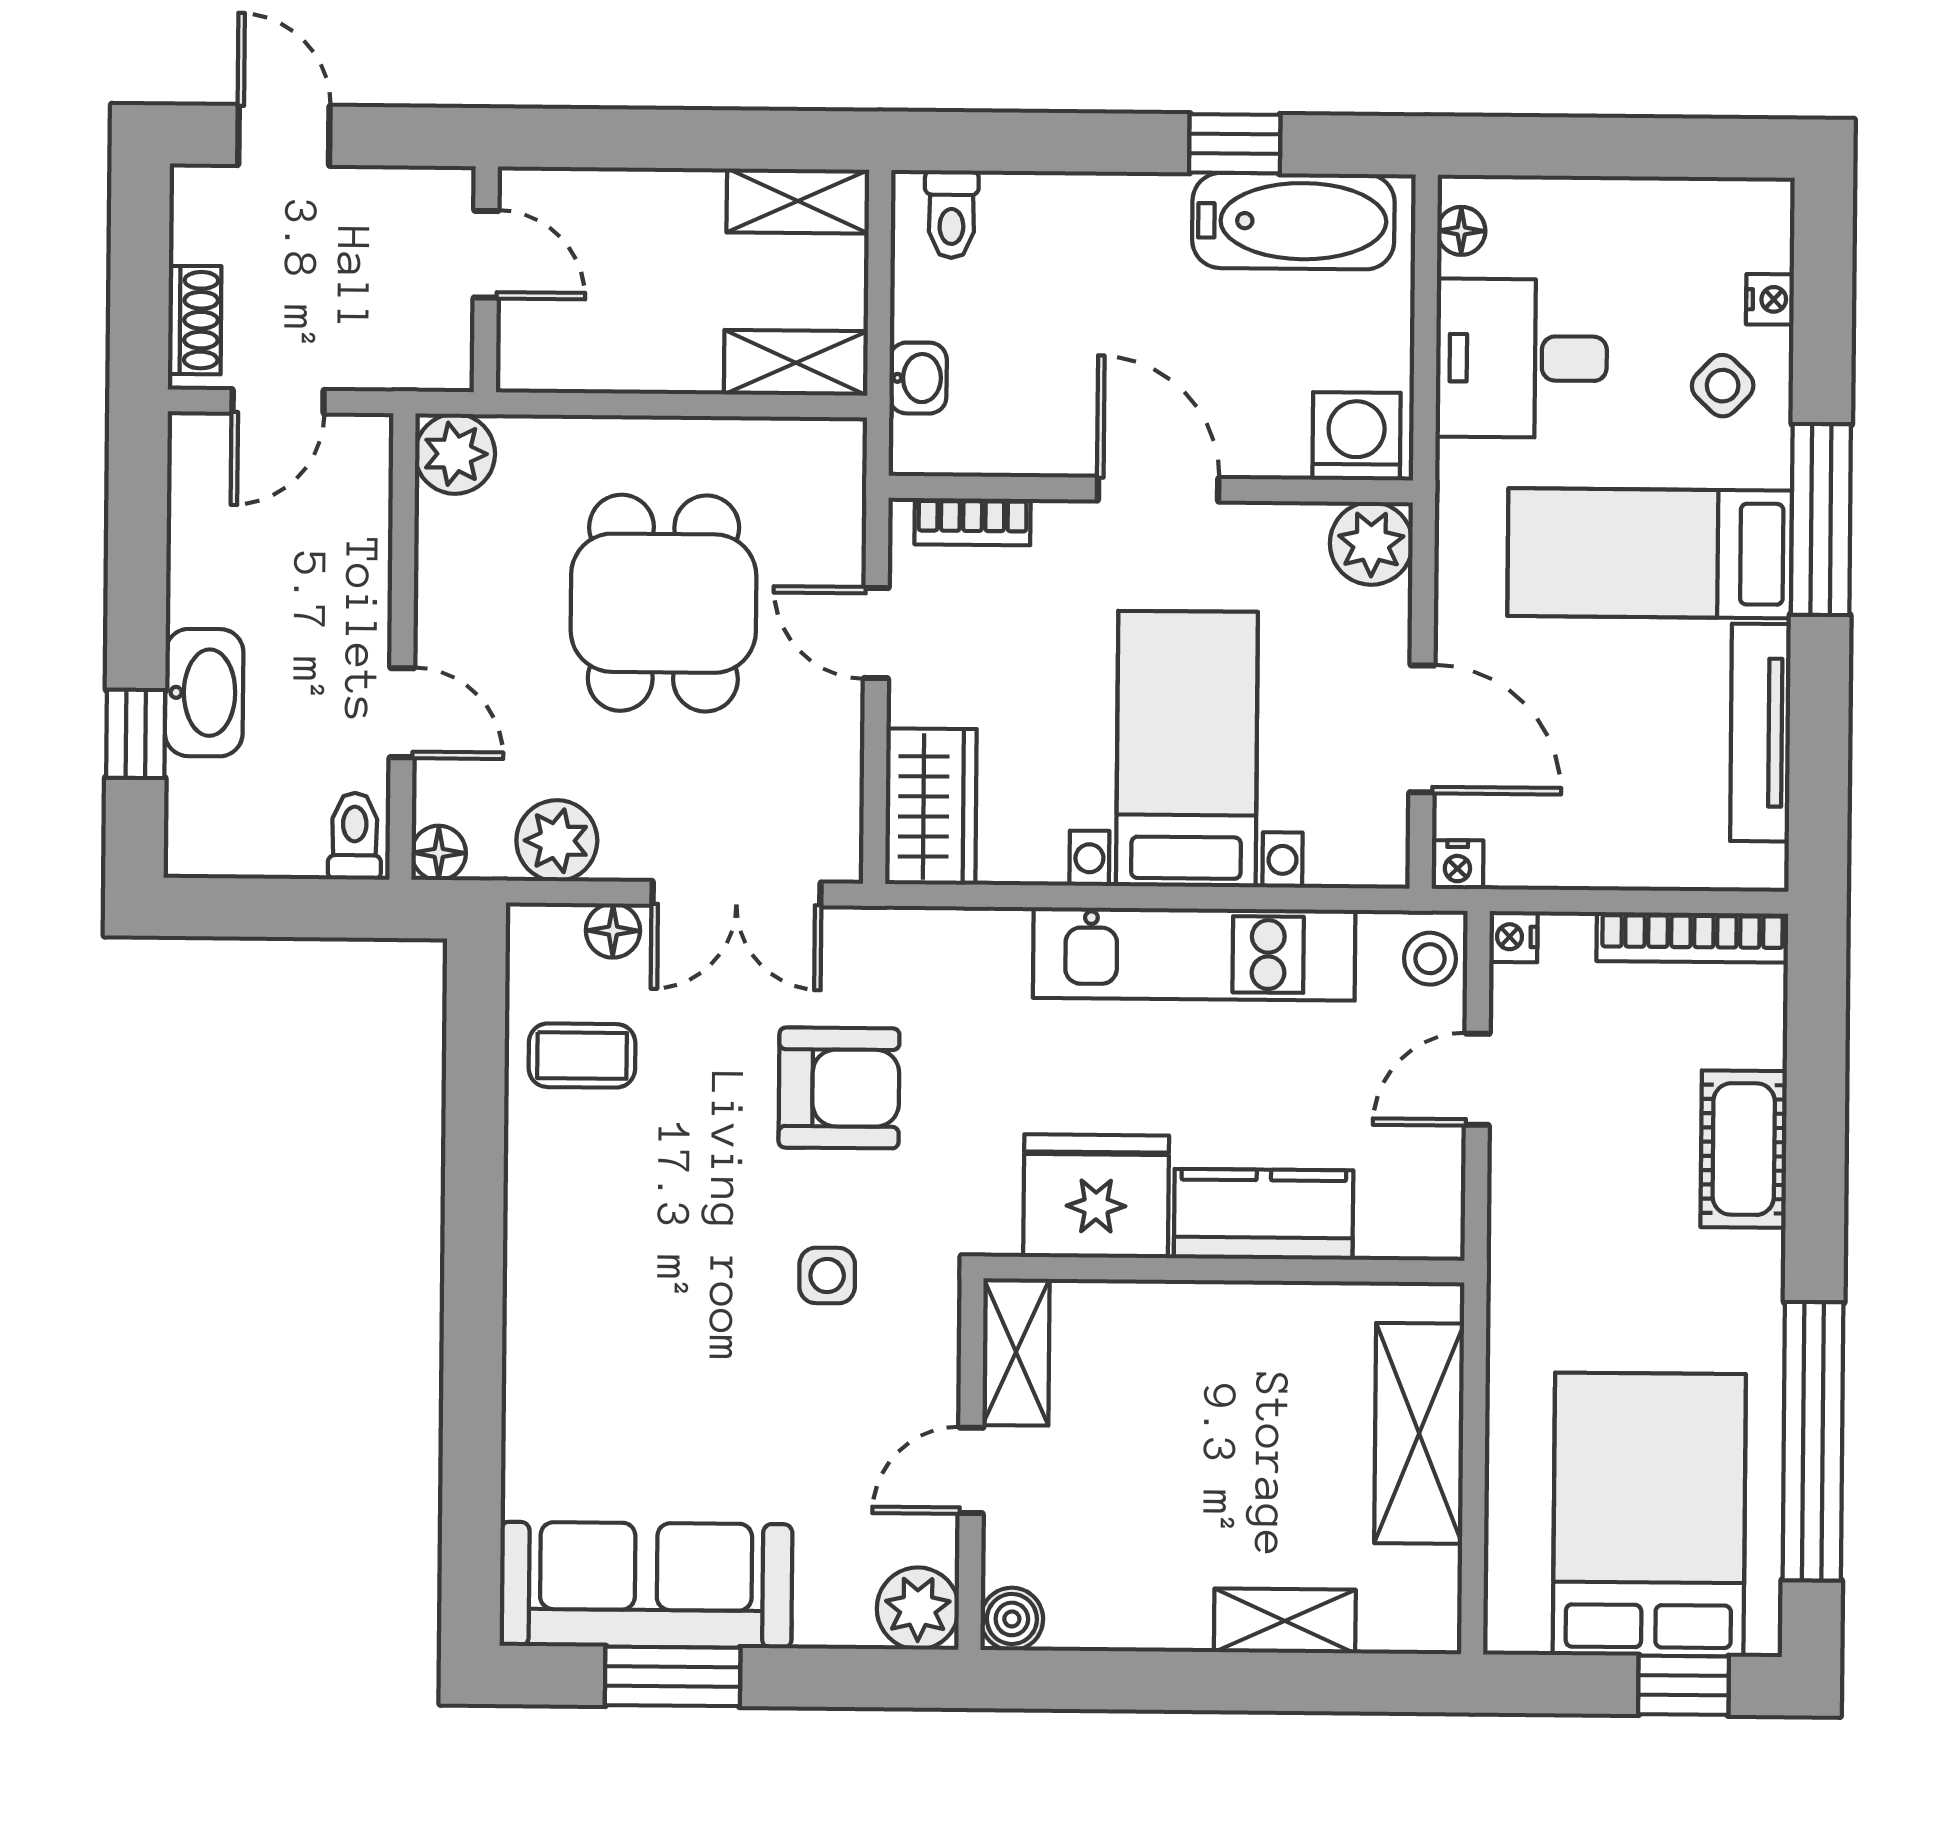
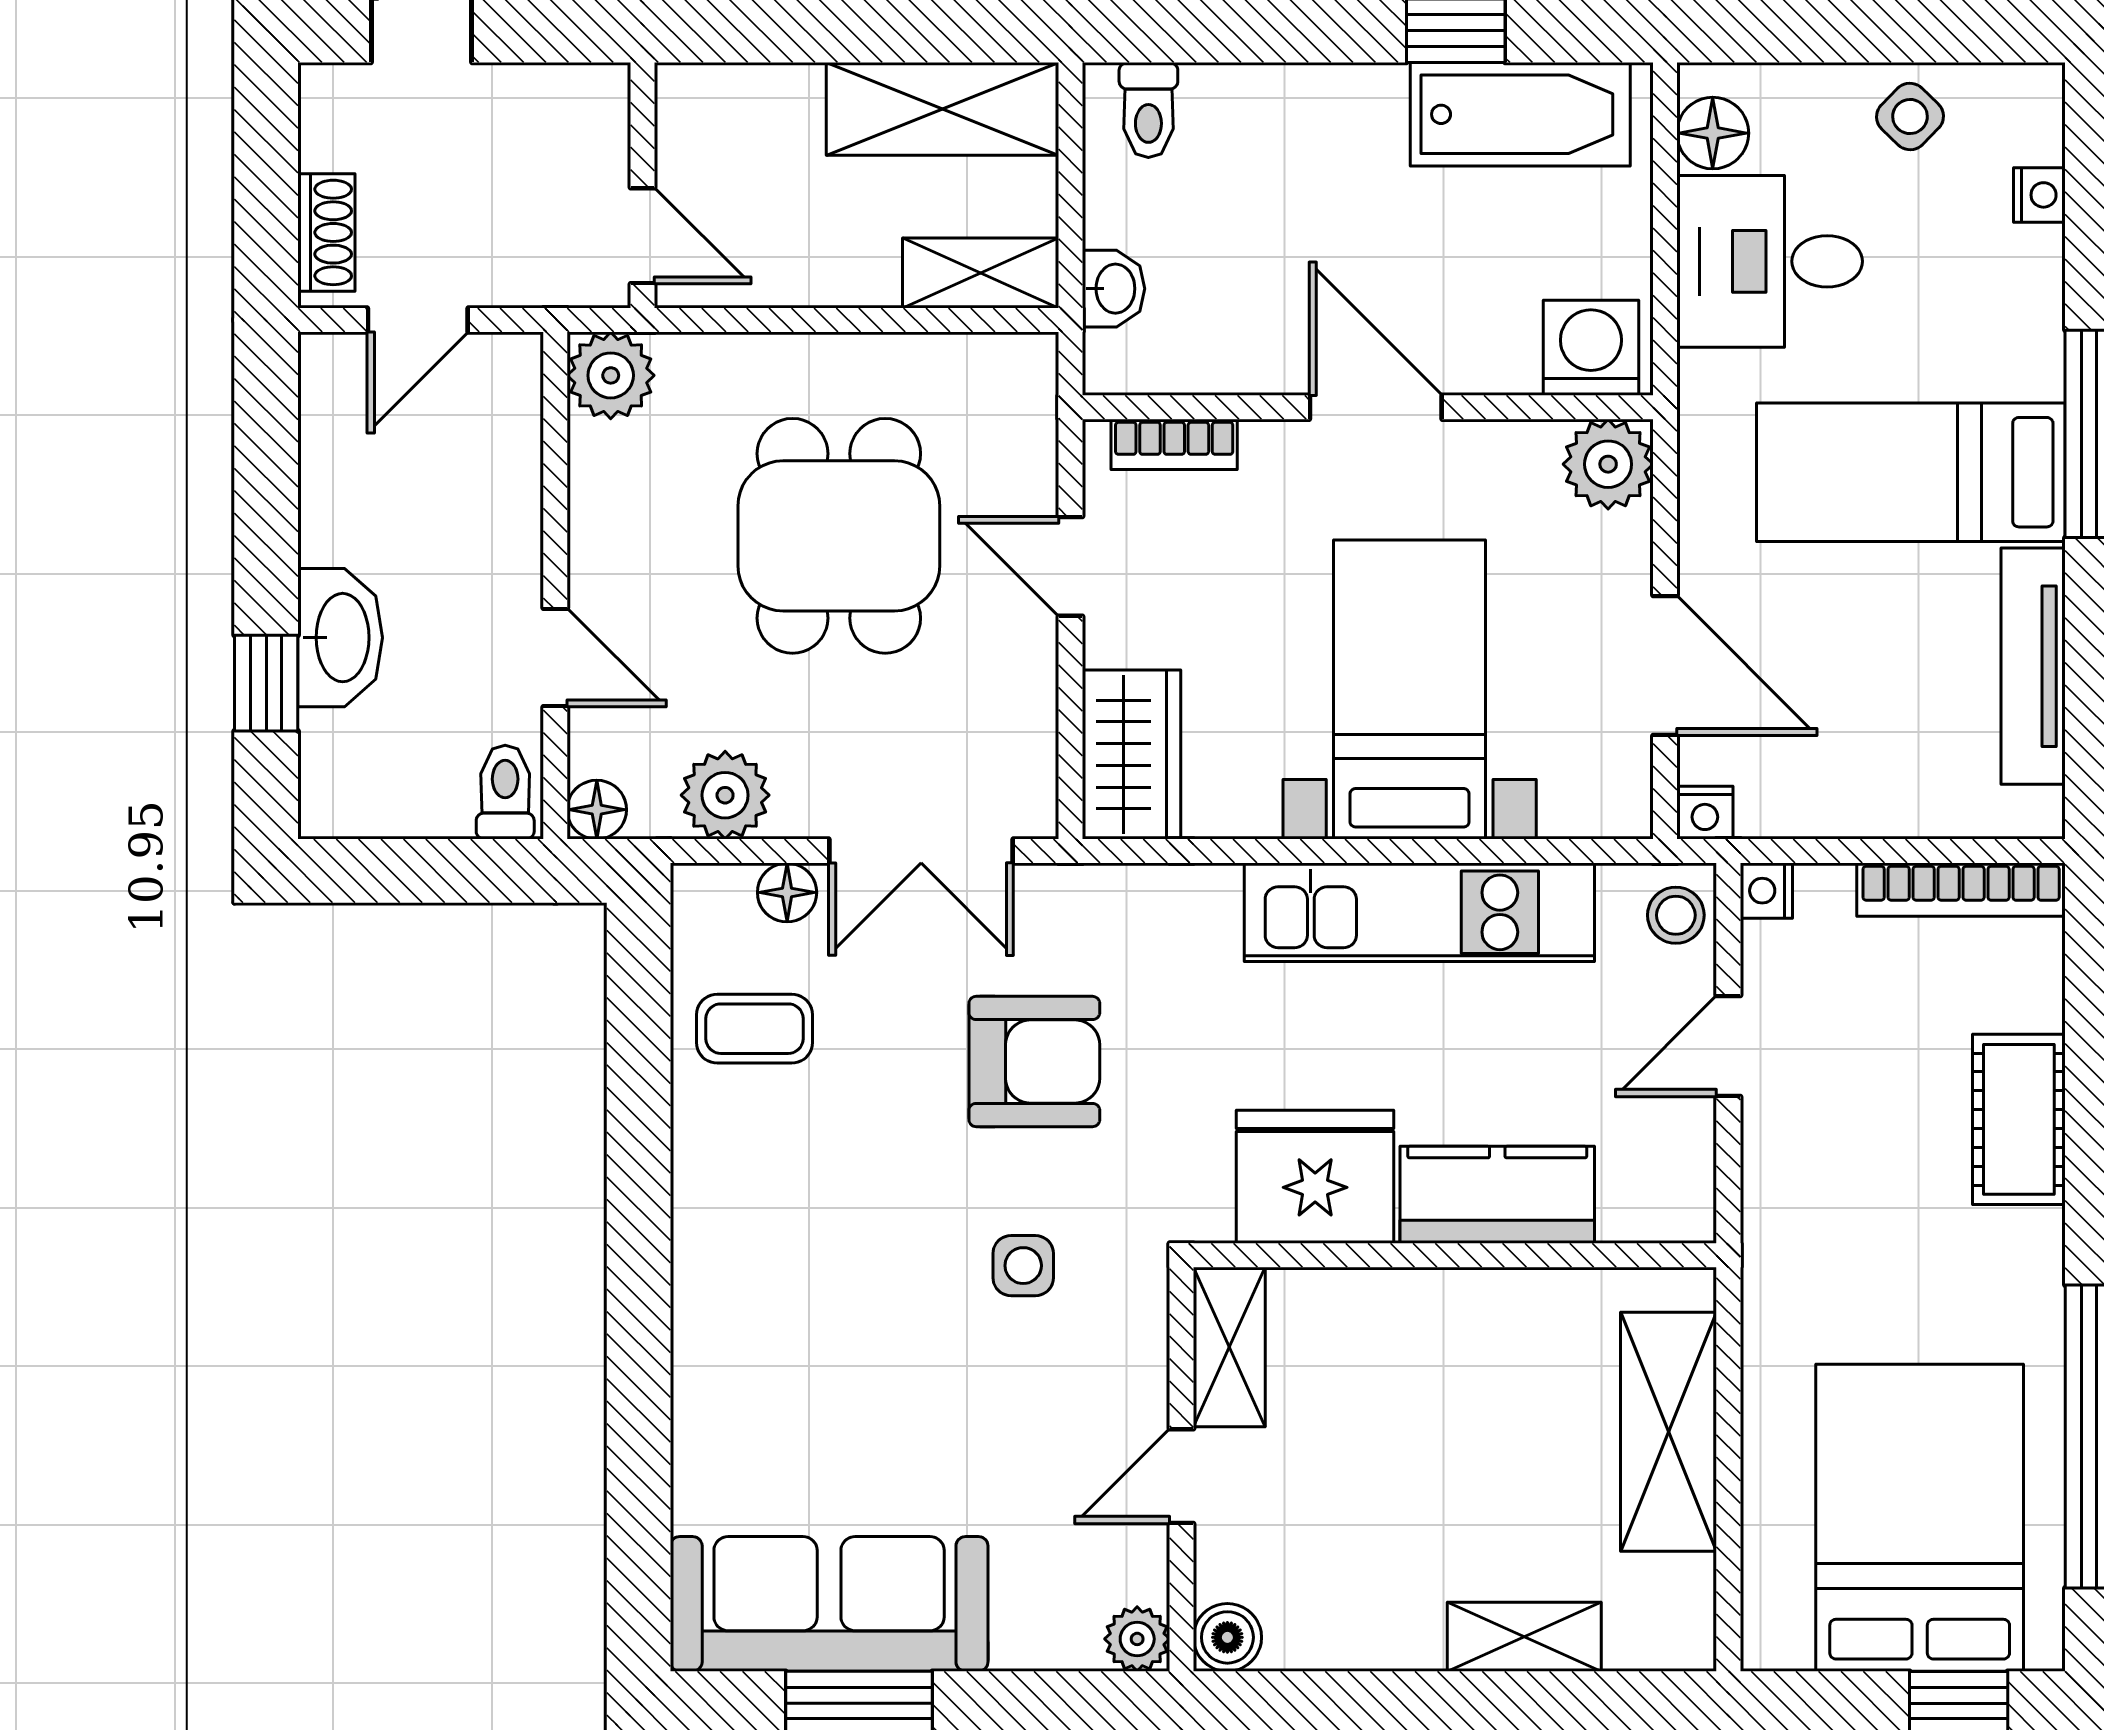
shelving: (798, 201) -> (943, 109), width x1.50, depth x1.33
floor lamp: (1461, 231) -> (1713, 133), width x1.37, depth x1.37
door: (486, 254) -> (643, 236), moved
side table: (1723, 386) -> (1910, 117), moved
plant: (918, 1608) -> (1137, 1639), width x0.73, depth x0.73

